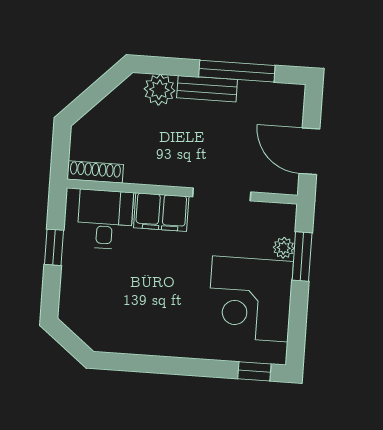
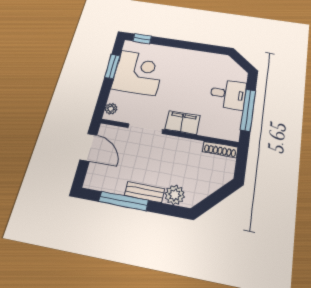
desk: (105, 219) -> (228, 94), moved, turned -90
window: (54, 247) -> (248, 110), width x2.17
plant: (284, 248) -> (111, 109), moved
window: (302, 257) -> (112, 66), moved

